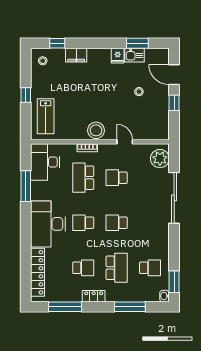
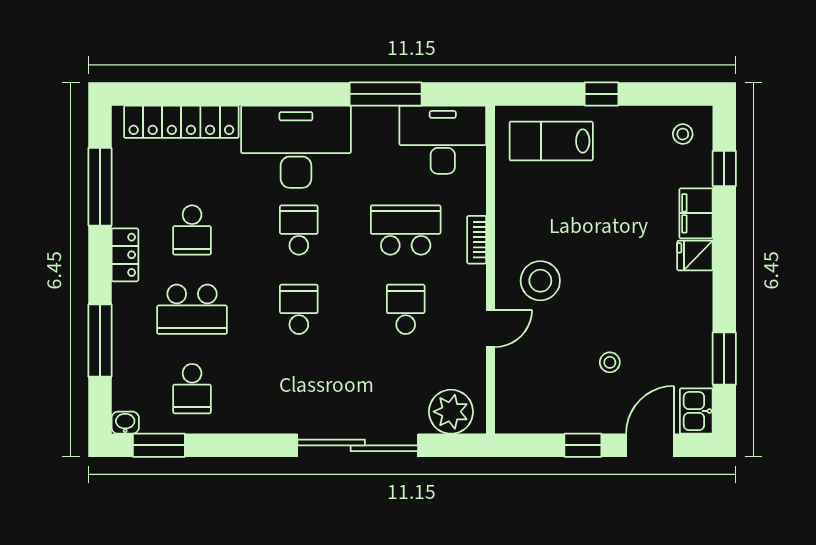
kitchen sink: (134, 55) -> (696, 411), moved
fridge: (118, 56) -> (695, 256), moved
stool: (96, 130) -> (540, 281), moved

